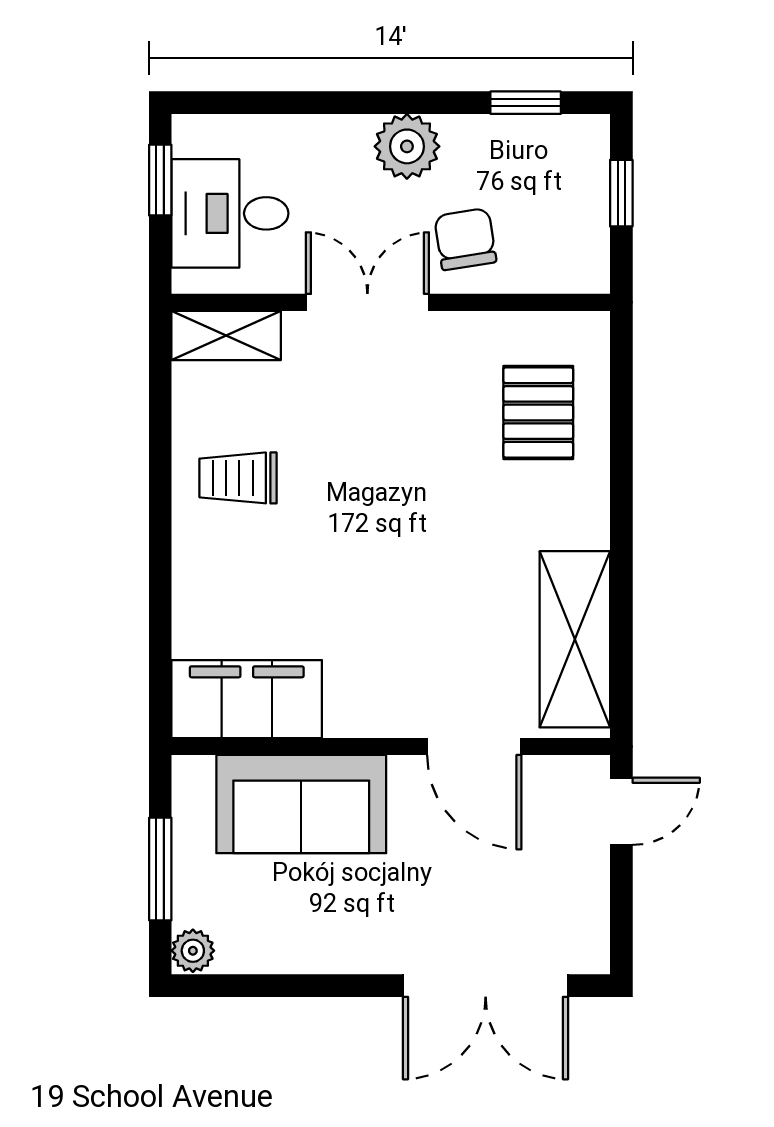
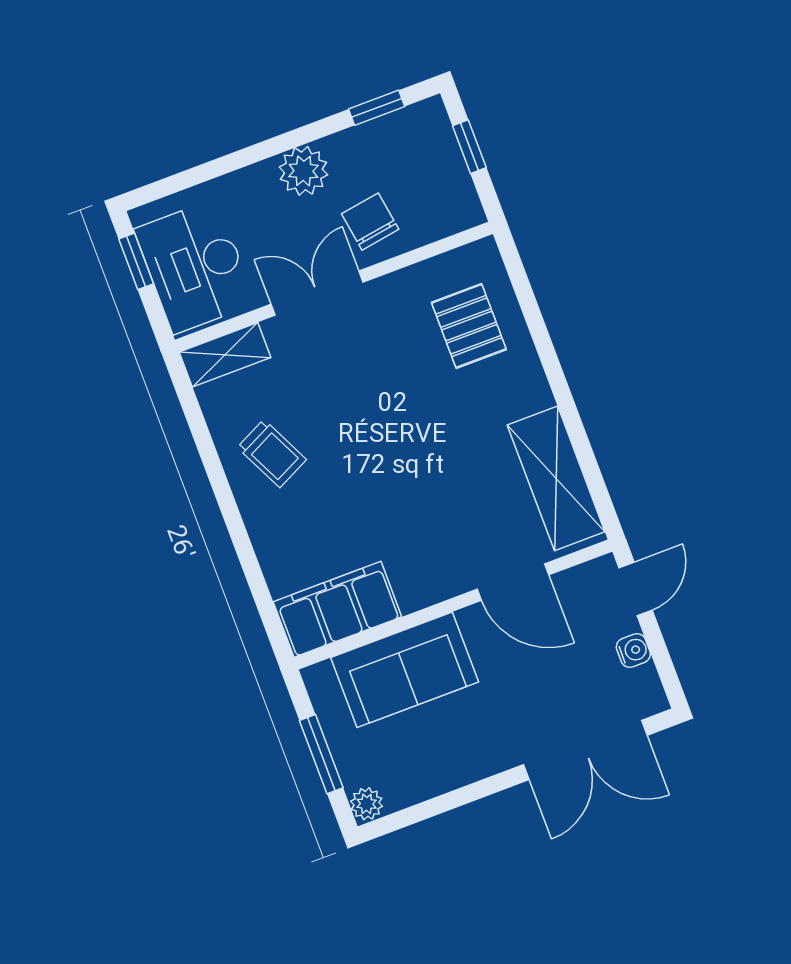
desk: (230, 213) -> (195, 266), width x1.37
trolley: (238, 478) -> (272, 453), turned -116
water cooler: (590, 886) -> (633, 650), added

